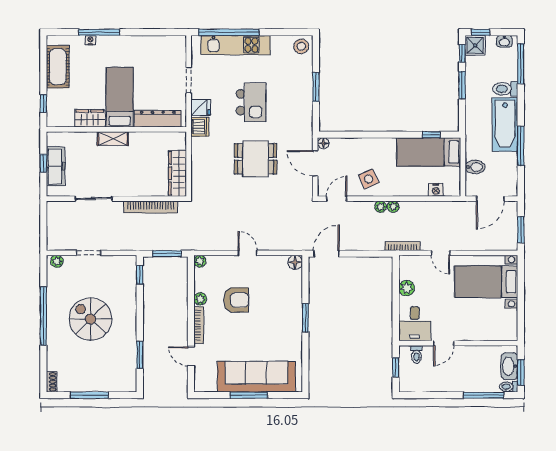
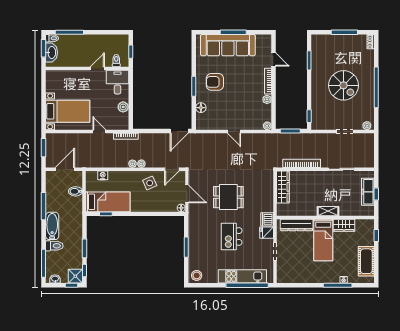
bathtub: (505, 125) -> (52, 226), width x0.73, depth x0.73
floor lamp: (295, 262) -> (201, 108), moved
armchair: (236, 300) -> (215, 82), moved

